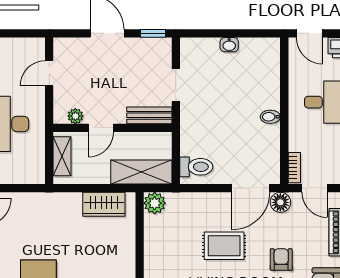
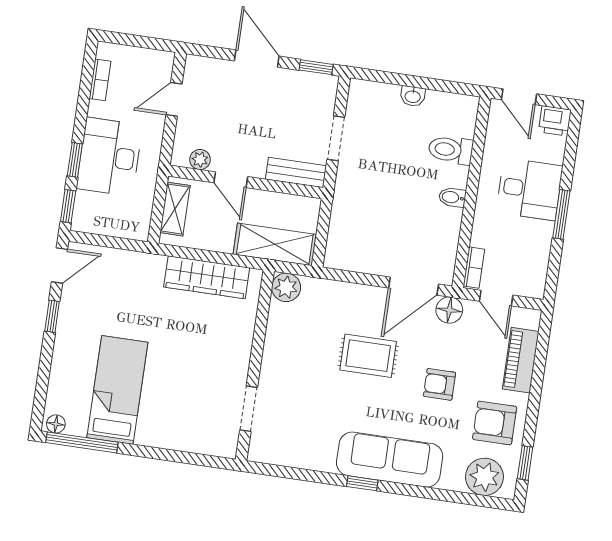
door: (101, 128) -> (231, 180), hinge flipped
toilet: (196, 167) -> (451, 150), moved, turned 180
wardrobe: (104, 204) -> (207, 277), width x1.50
armchair: (281, 260) -> (439, 384), turned -90

